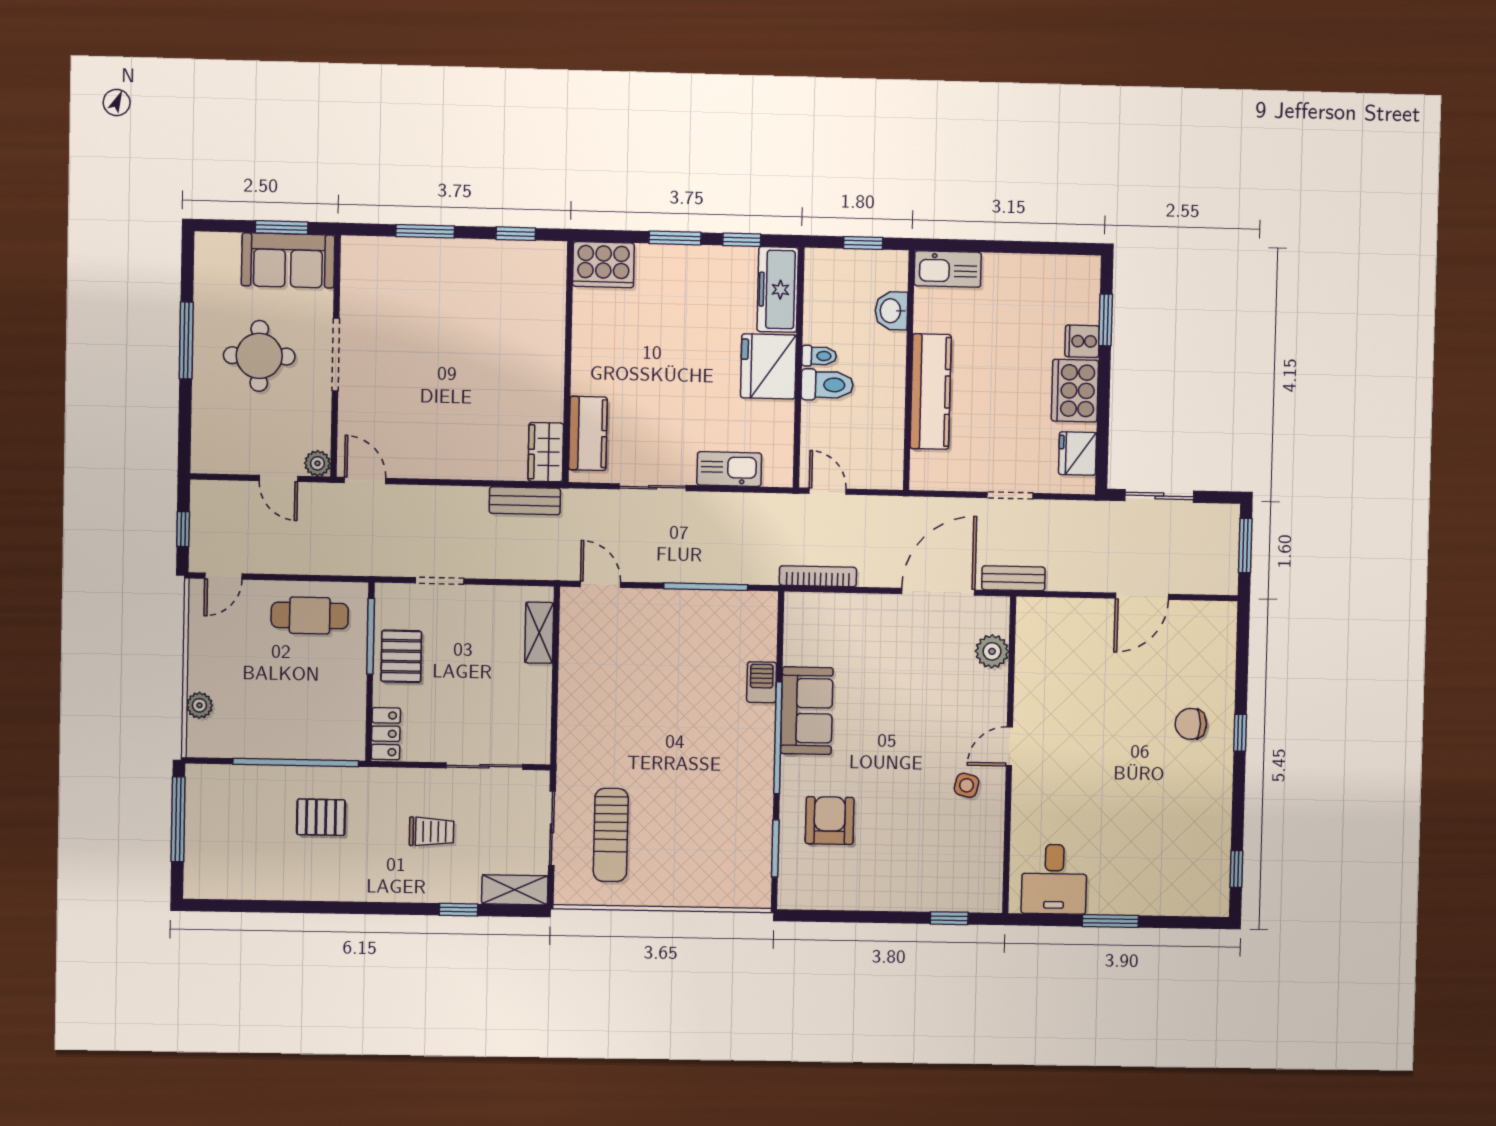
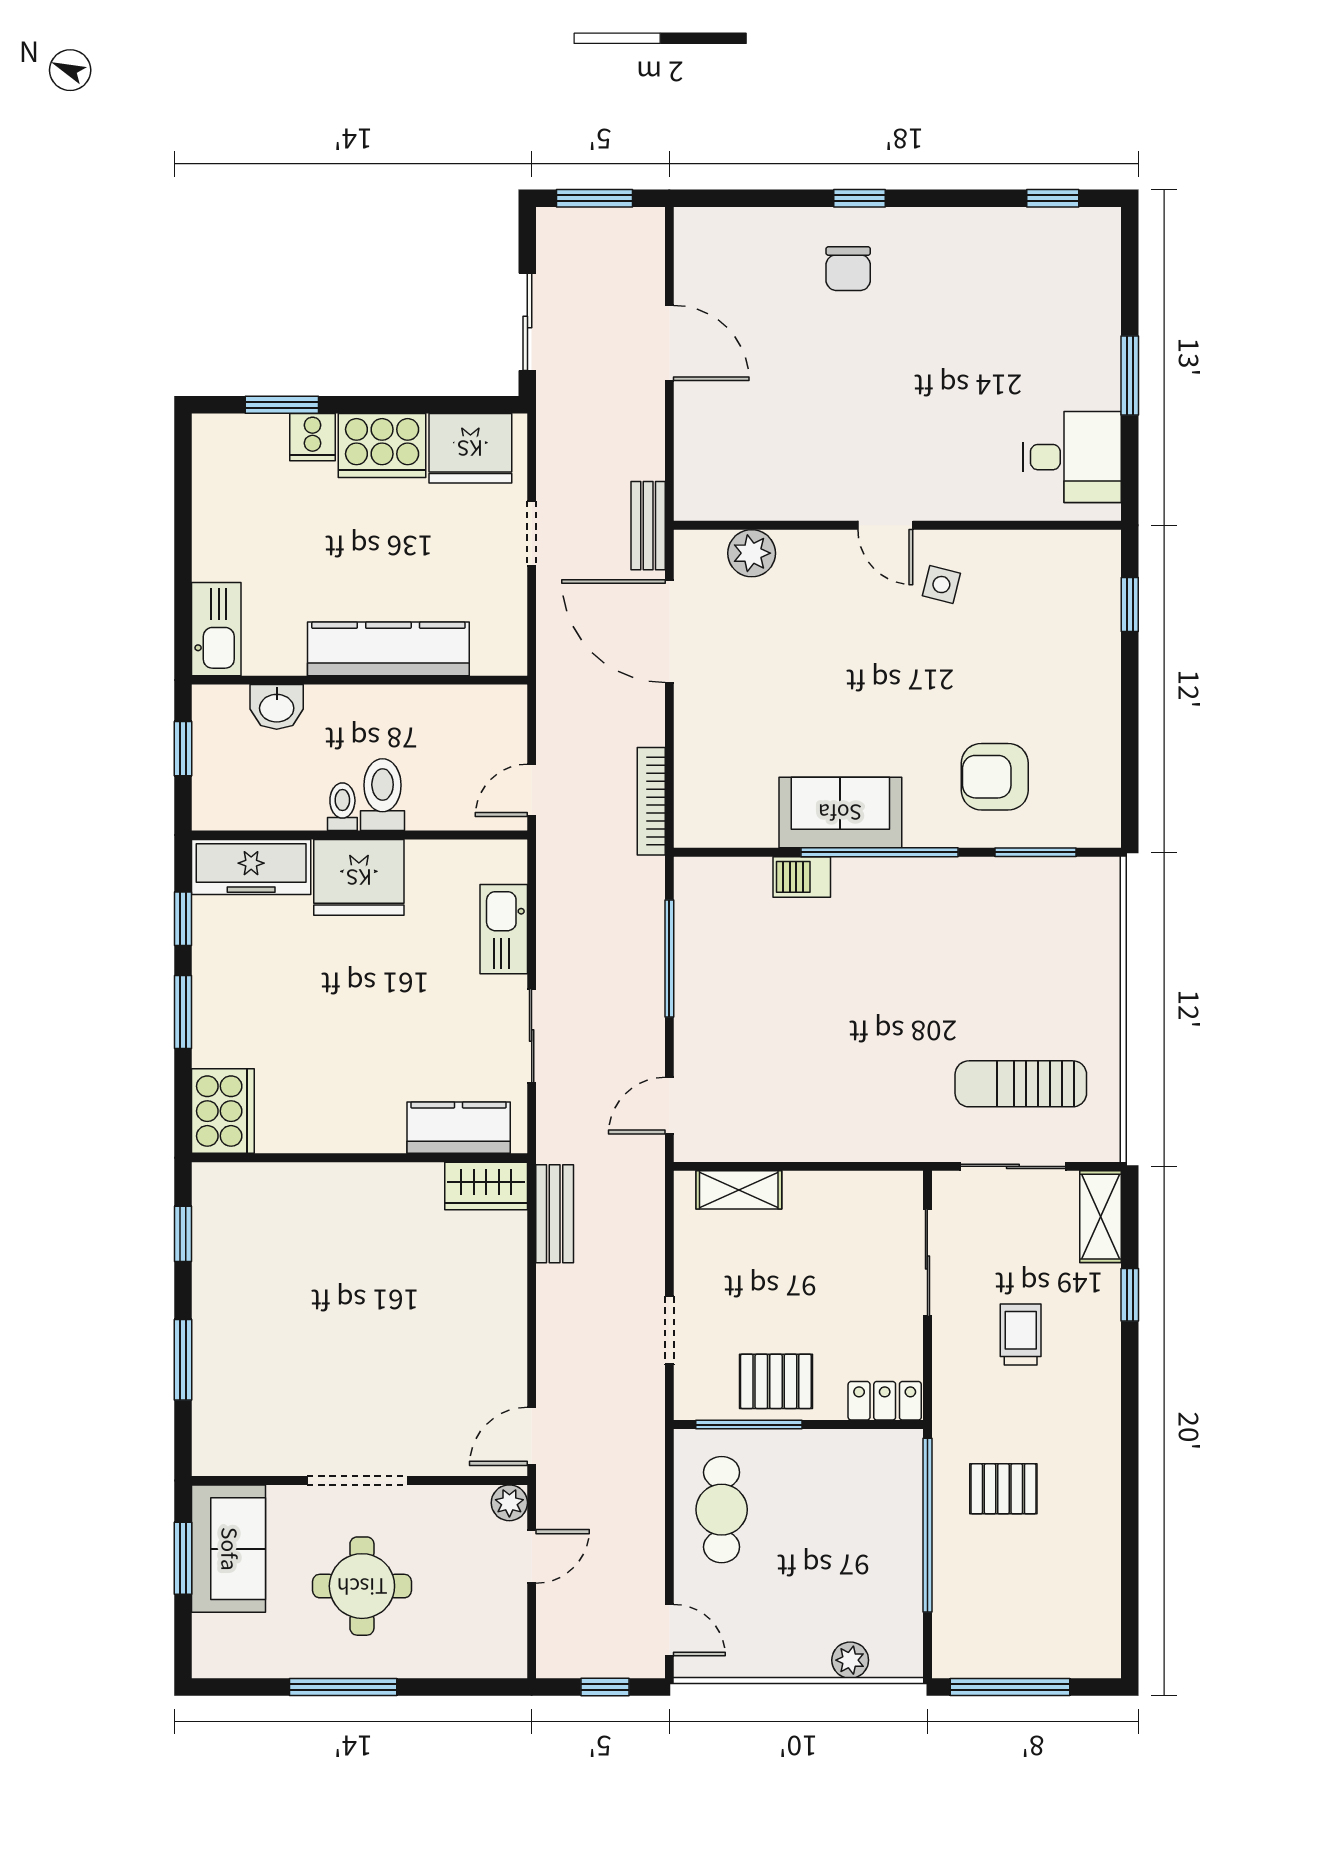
fridge: (1078, 454) -> (470, 448), width x1.36, depth x1.34
pallet: (321, 817) -> (1003, 1489), turned 90
sun lounger: (611, 835) -> (1021, 1084), turned 180

